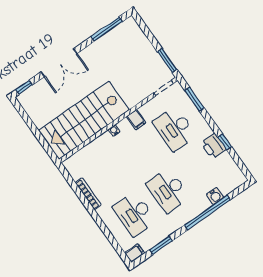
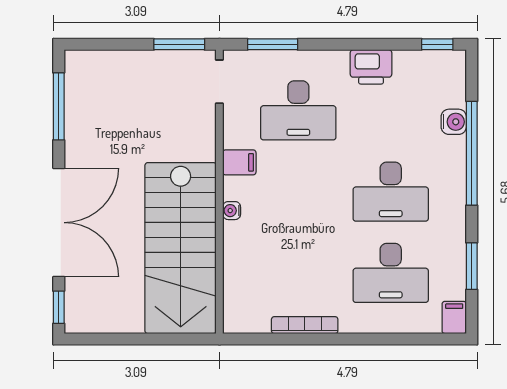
double door: (59, 63) -> (59, 223), width x1.36
window: (225, 142) -> (437, 44), moved

